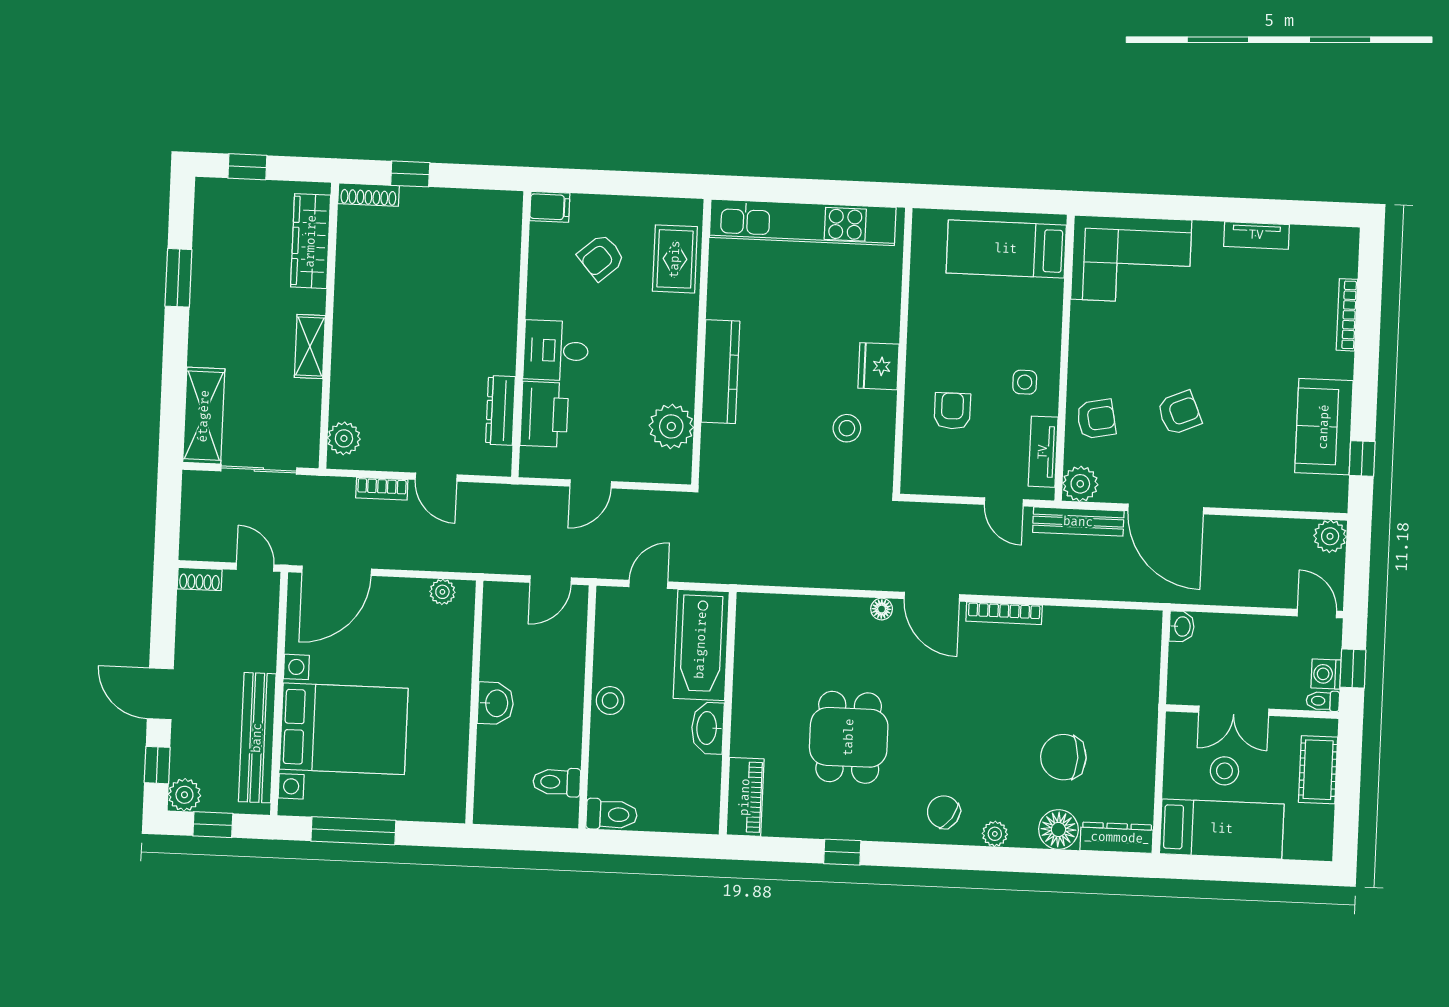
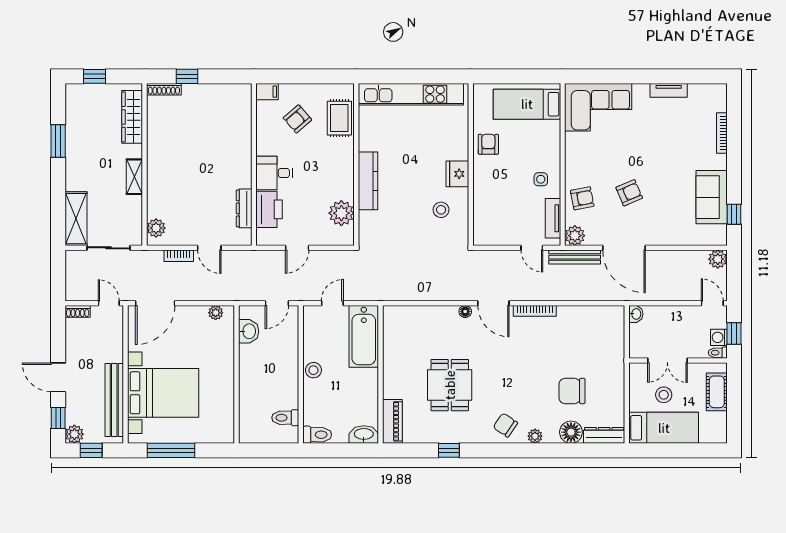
armchair: (952, 411) -> (488, 144), moved
washbasin: (496, 703) -> (249, 331), moved
washbasin: (708, 728) -> (364, 435), moved, turned 90

